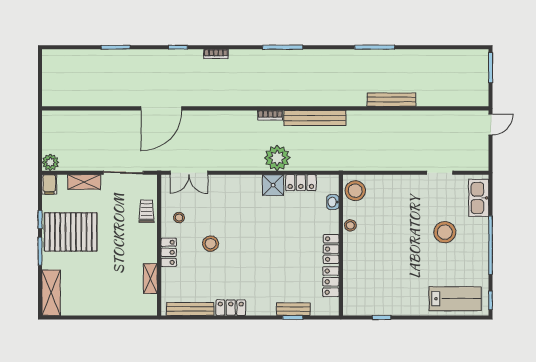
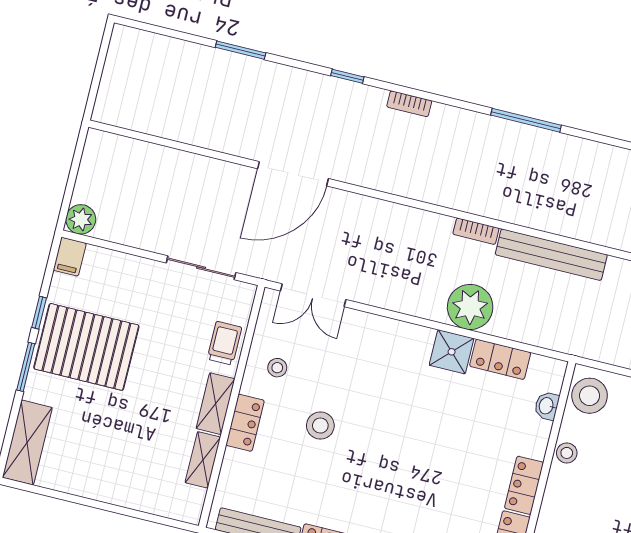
shelving: (84, 182) -> (216, 404), moved, turned 90

